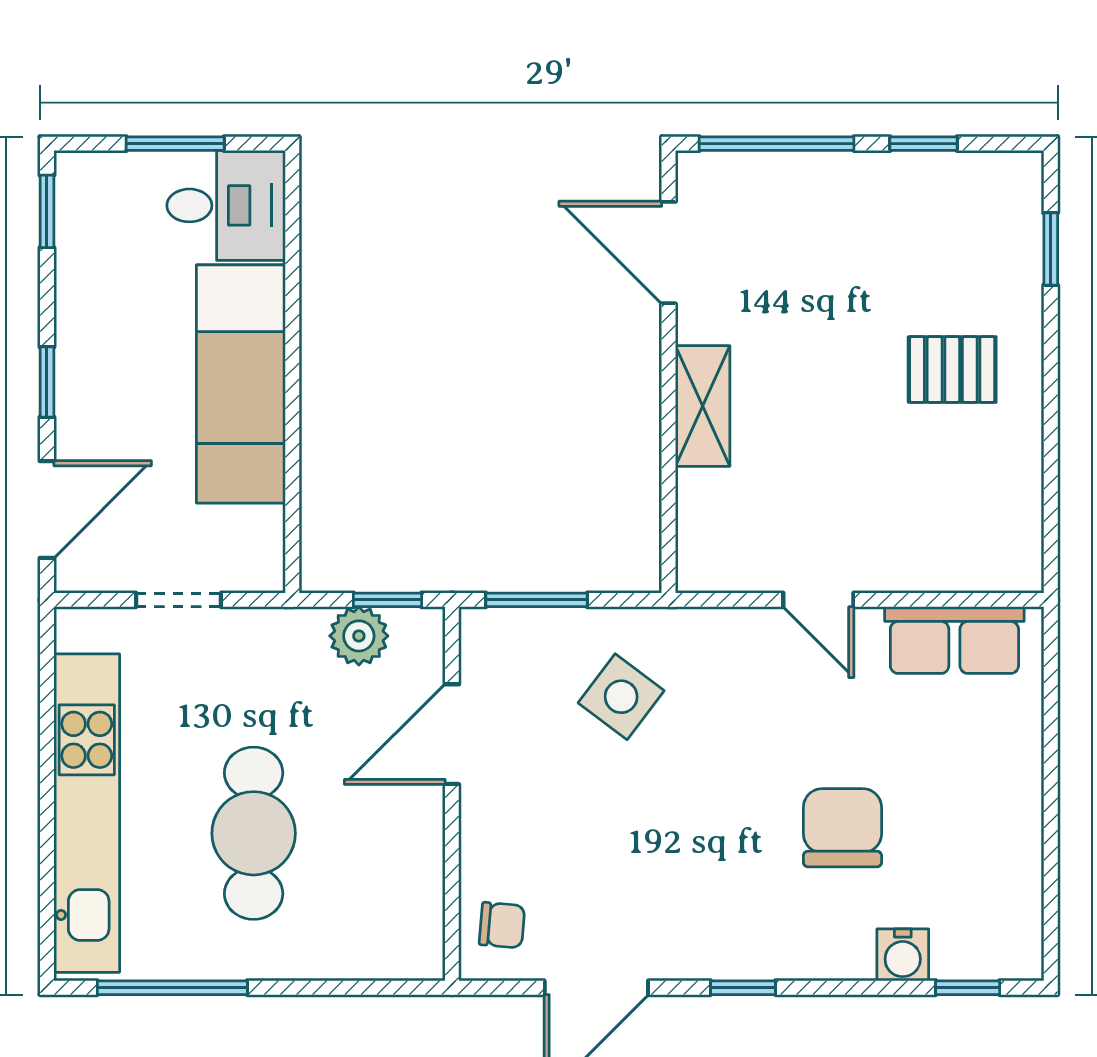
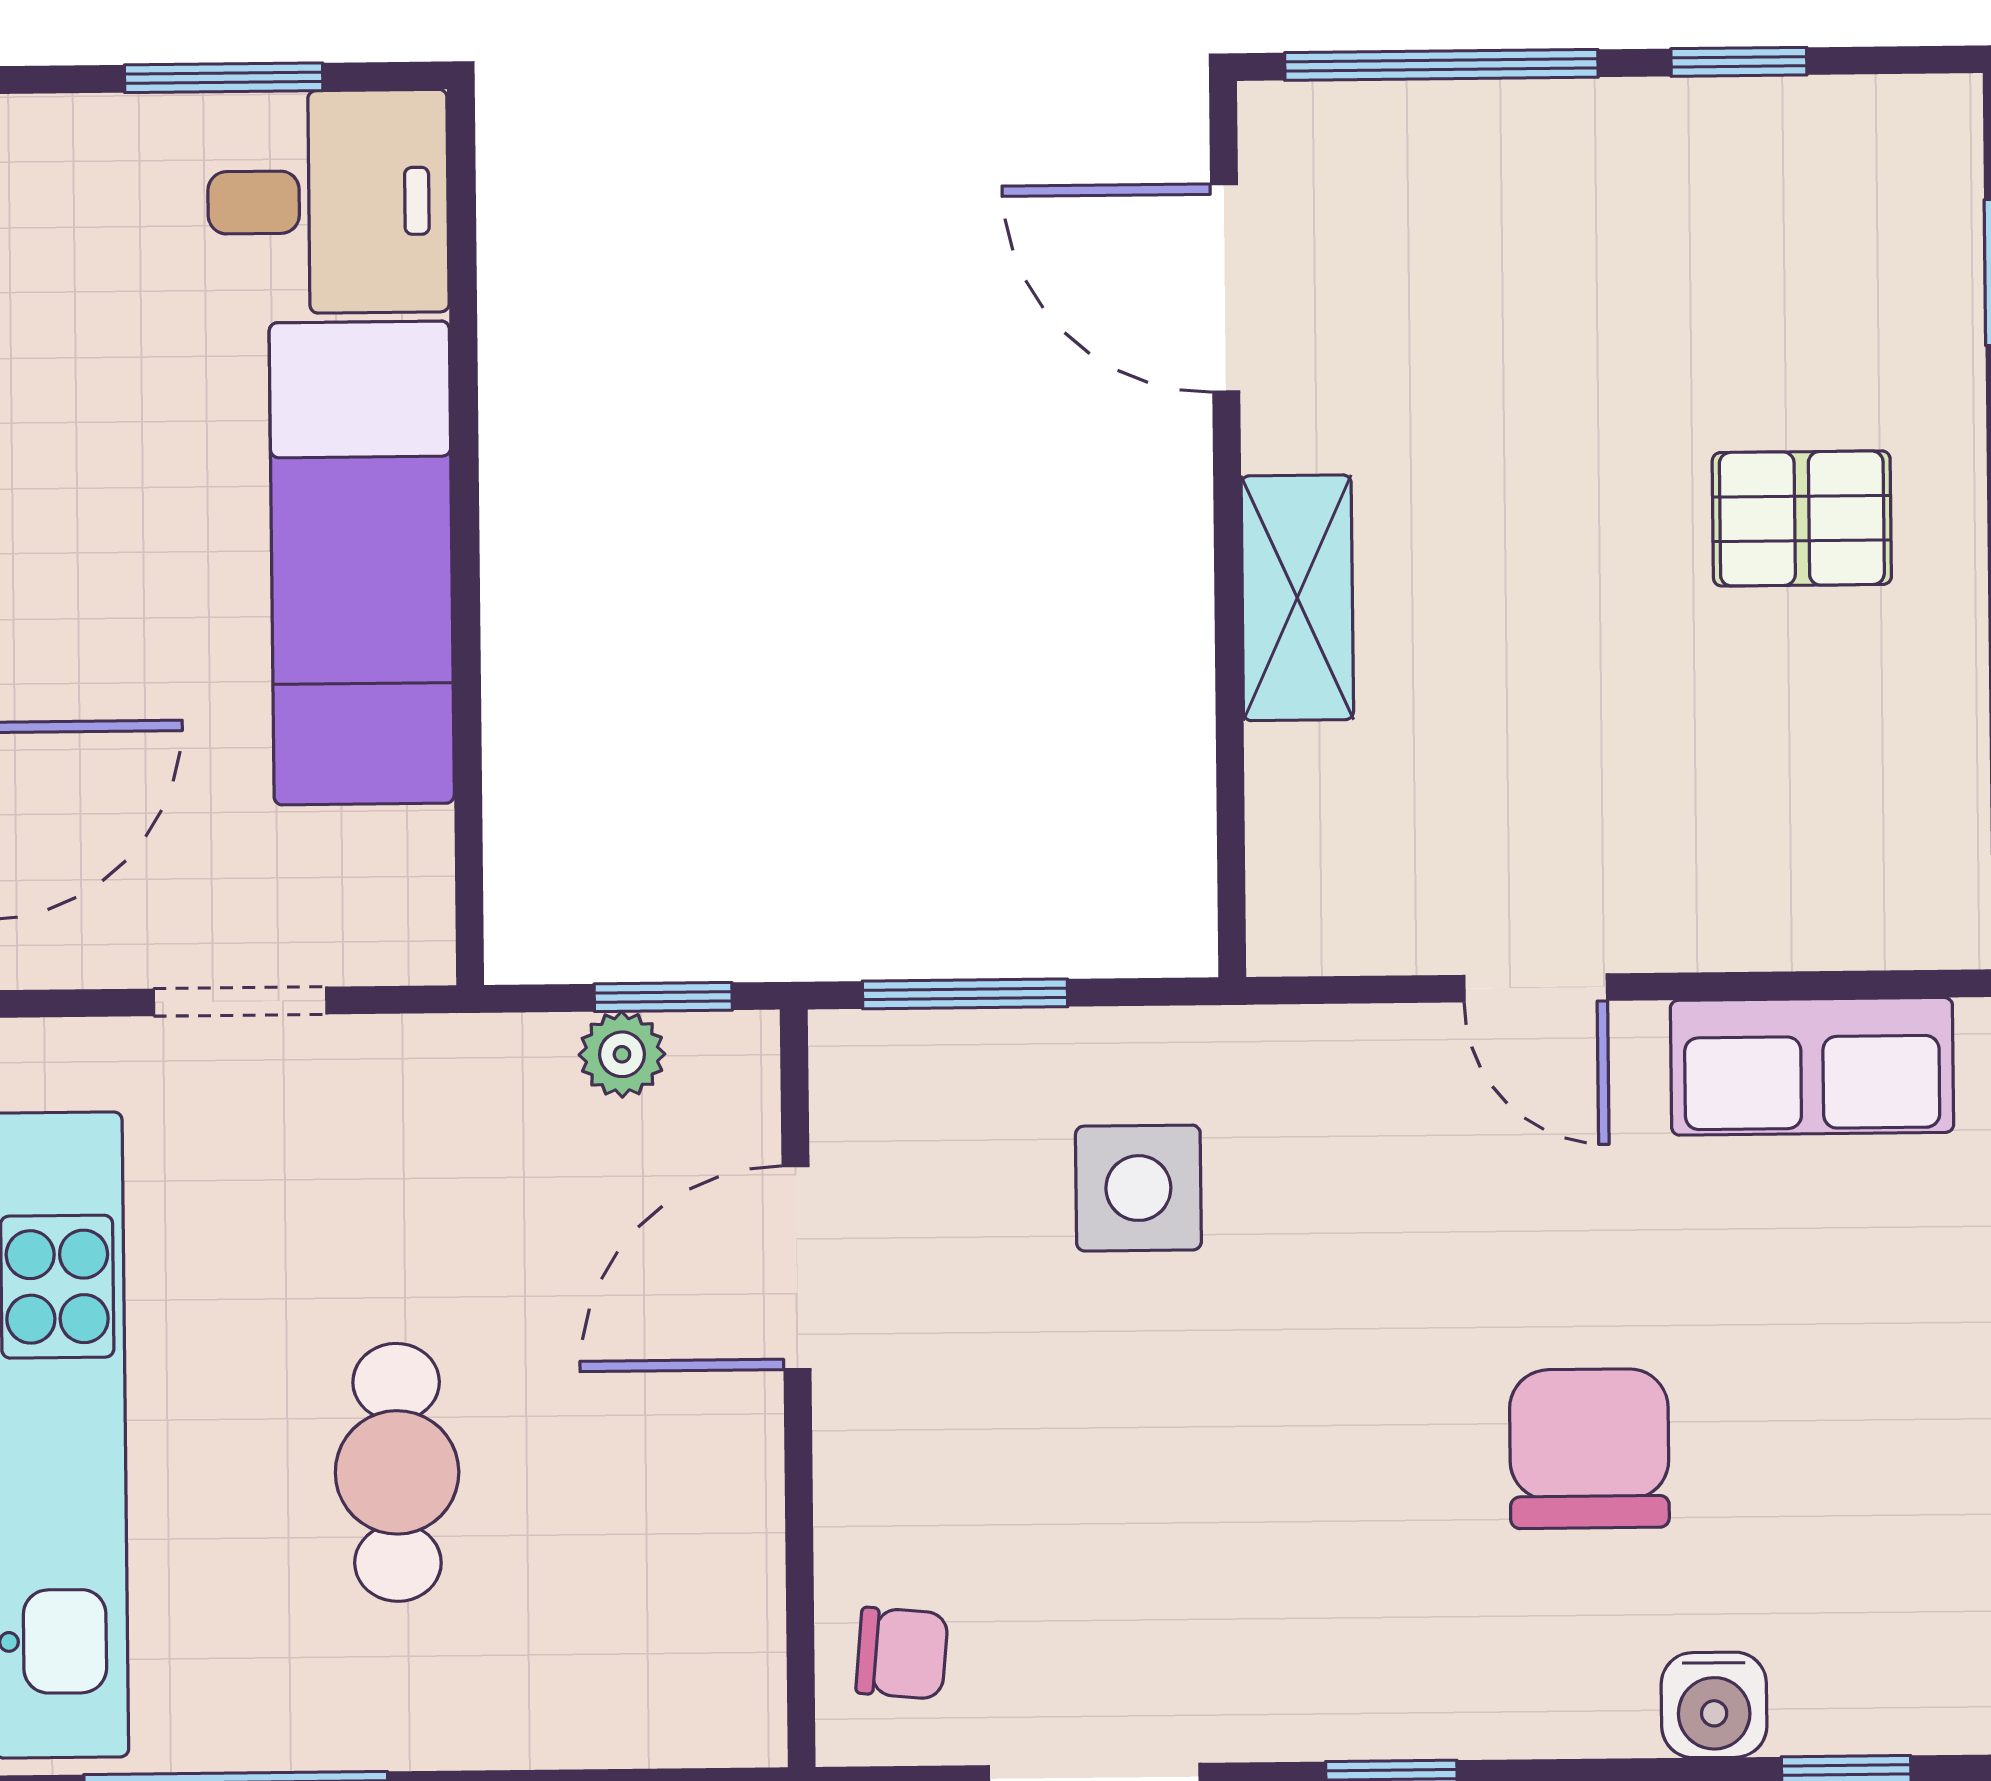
plant: (359, 636) -> (622, 1054), width x0.73, depth x0.73
side table: (621, 697) -> (1138, 1188), turned -37
cafe table: (254, 833) -> (397, 1472), width x0.73, depth x0.74

